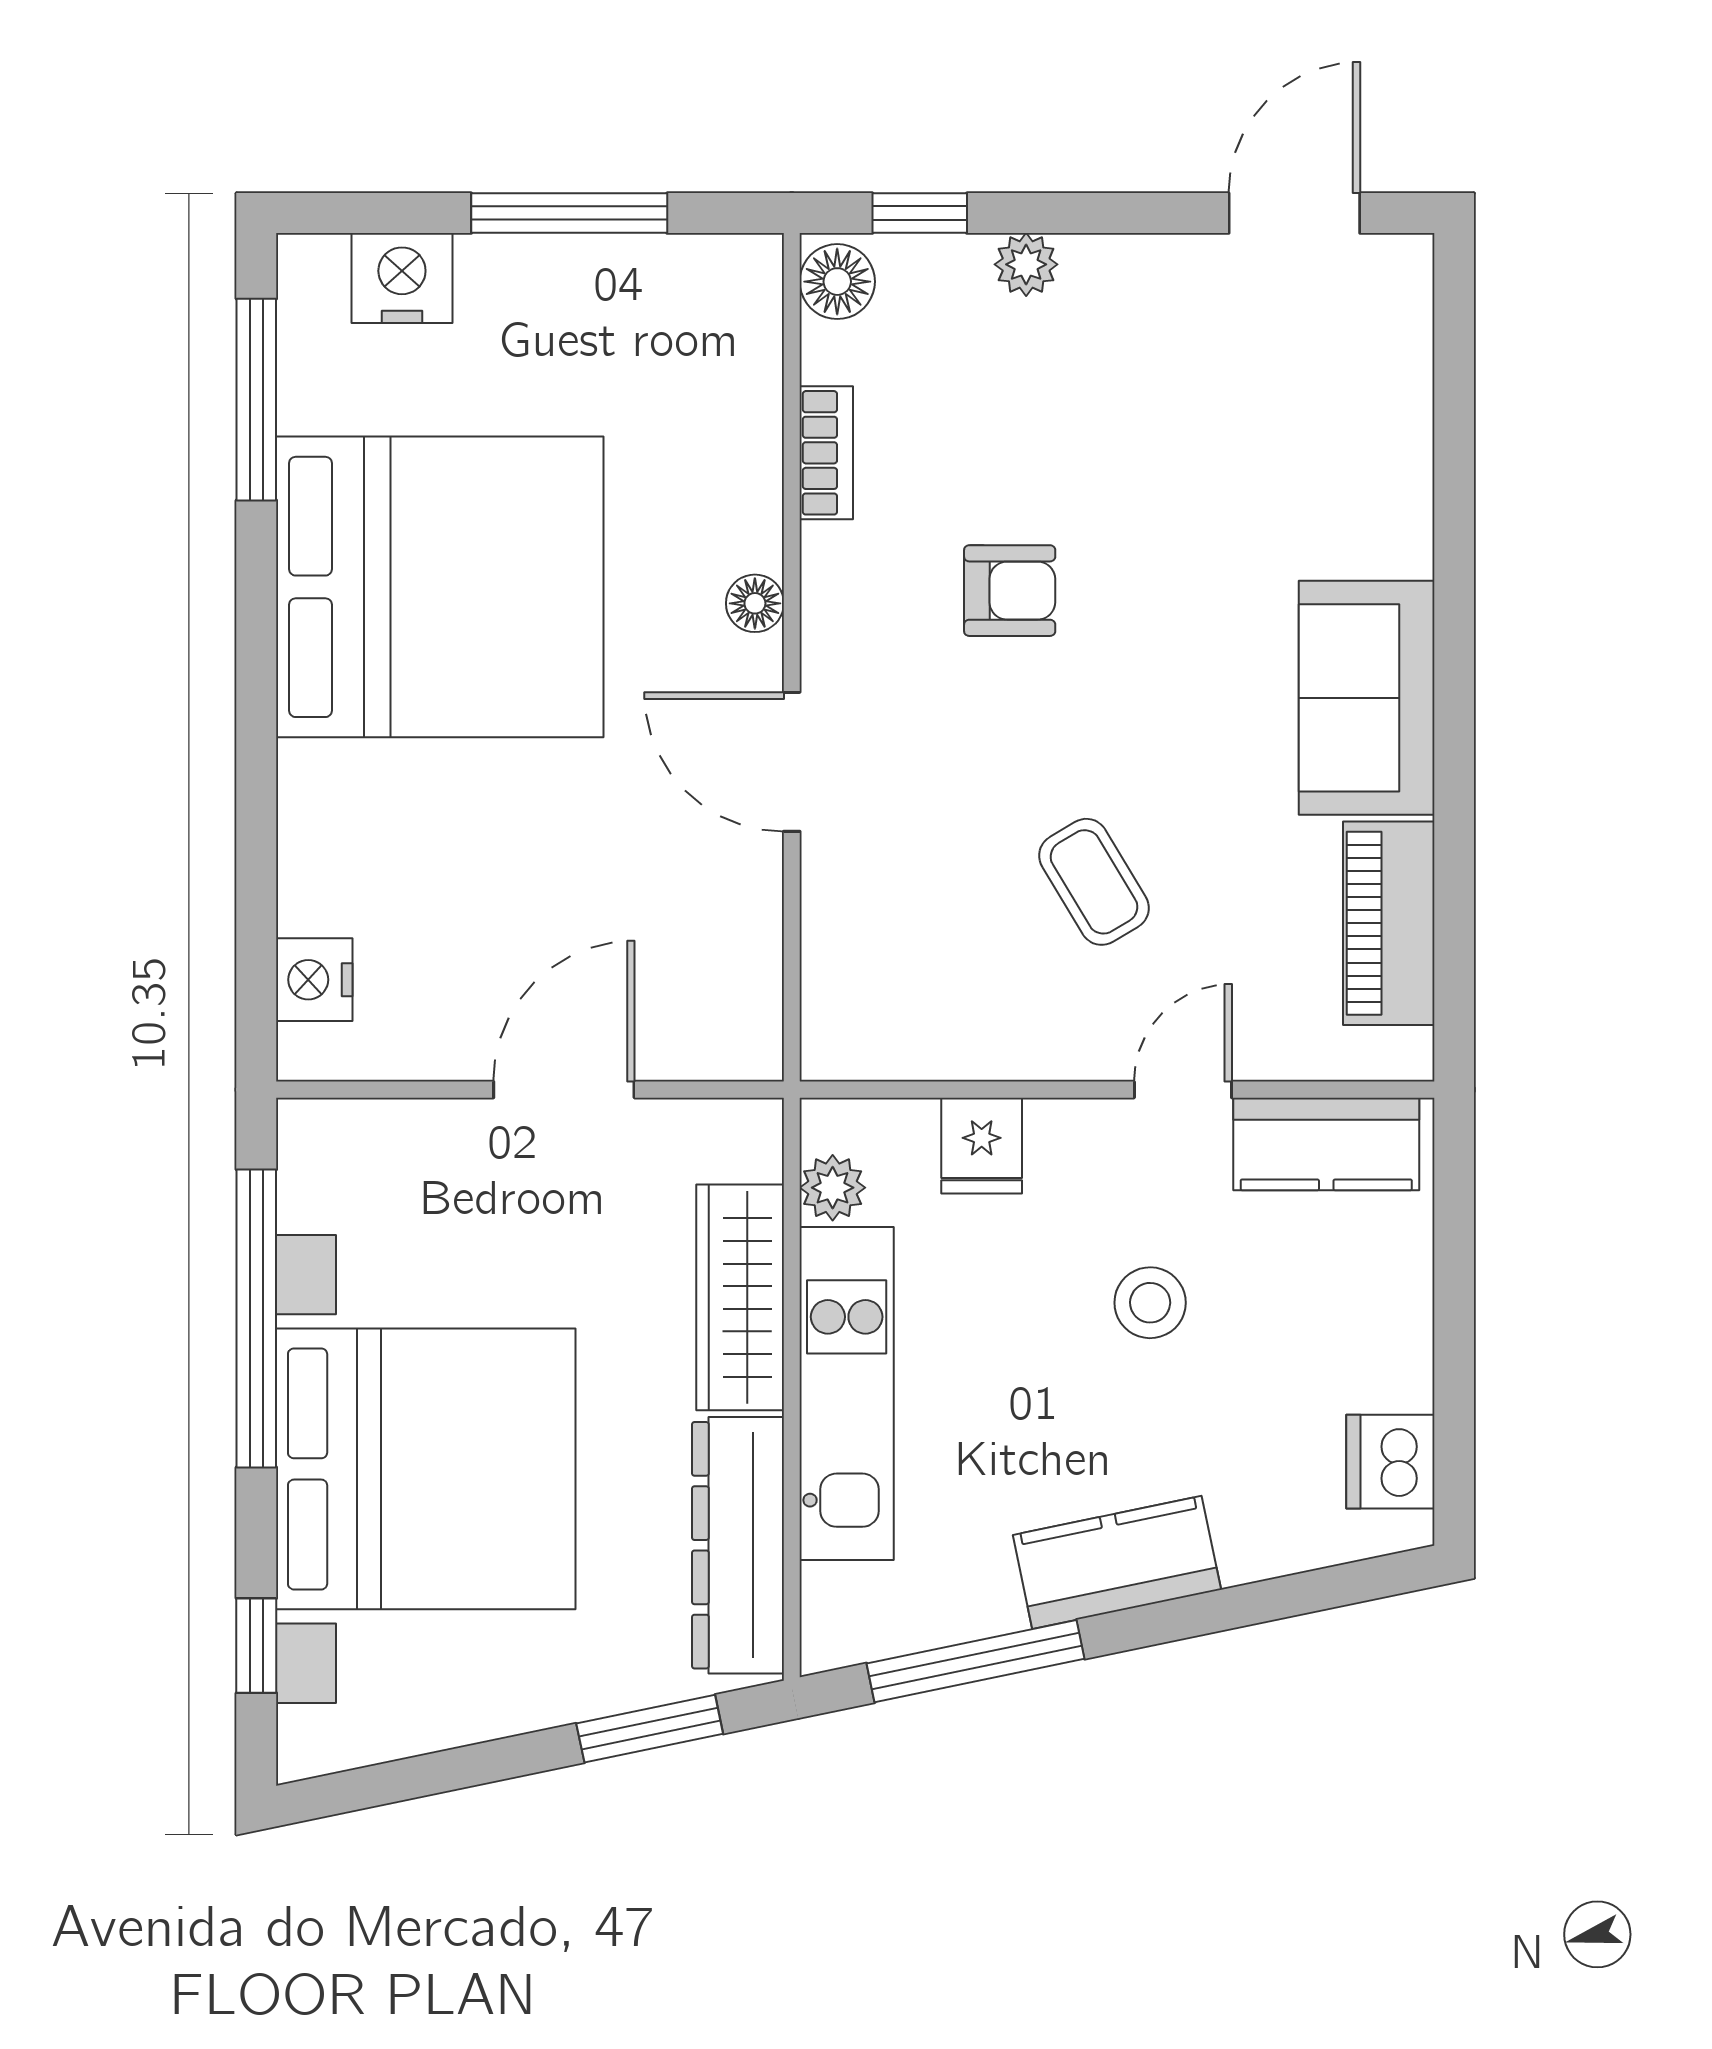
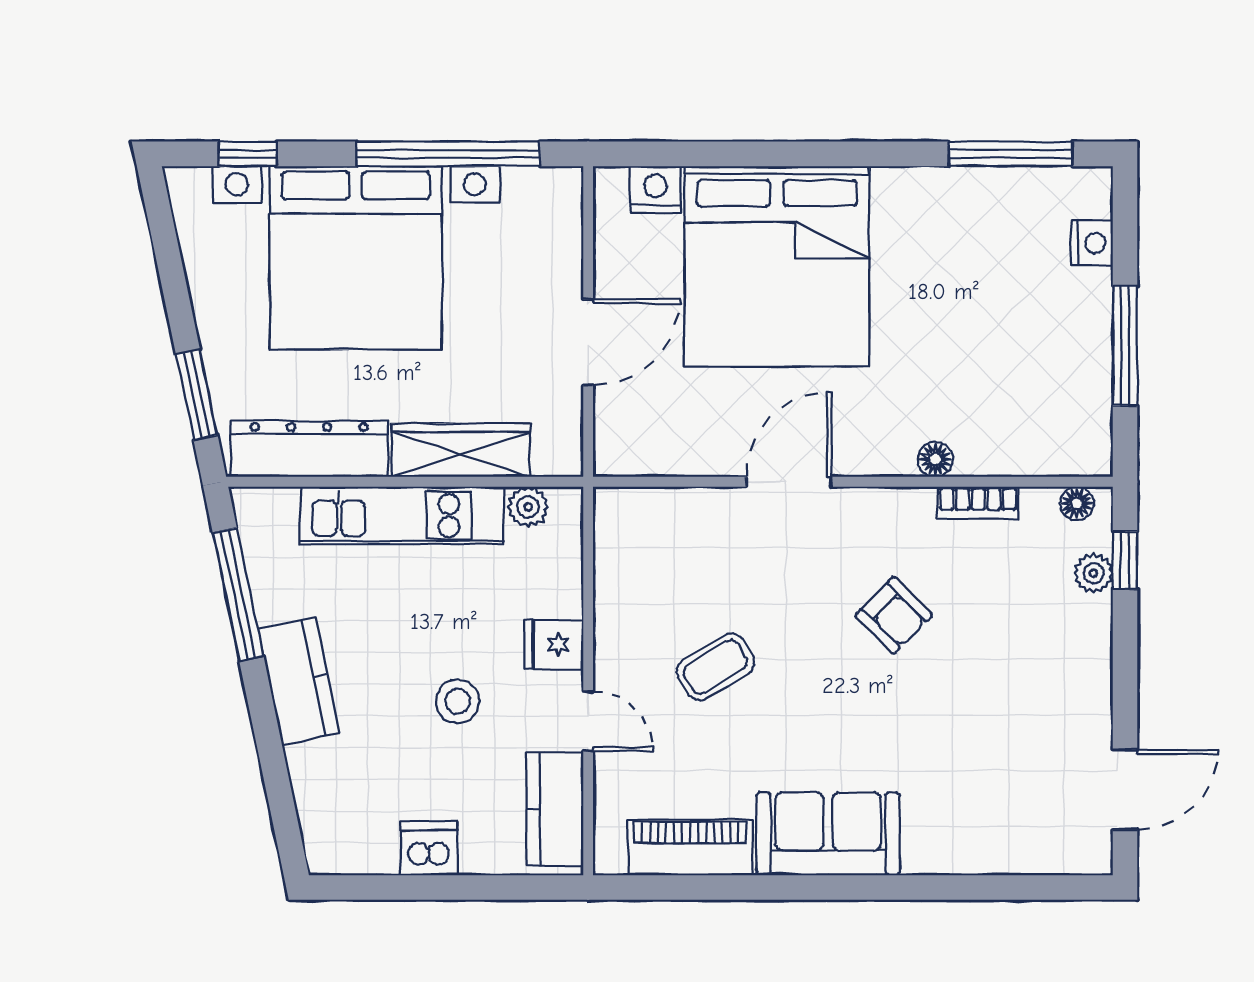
door: (1294, 213) -> (1125, 790), hinge flipped
plant: (1026, 264) -> (1093, 573), moved
nightstand: (402, 278) -> (1092, 243), width x0.74, depth x0.75
floor lamp: (837, 282) -> (1077, 503), width x0.73, depth x0.73
bed: (440, 587) -> (777, 266), moved
armchair: (1010, 591) -> (894, 615), turned -45
floor lamp: (755, 603) -> (935, 459), moved
door: (564, 1090) -> (588, 342), hinge flipped
fridge: (982, 1146) -> (554, 644), moved
dishwasher: (1390, 1462) -> (429, 848), moved

